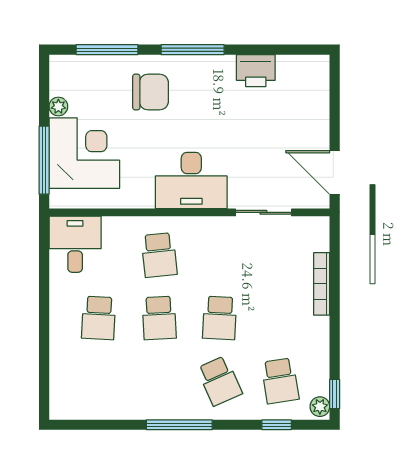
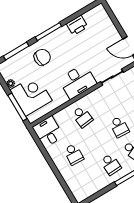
school desk: (159, 318) -> (111, 164), moved

